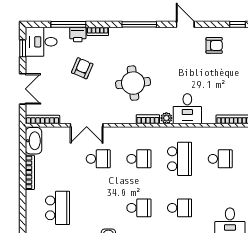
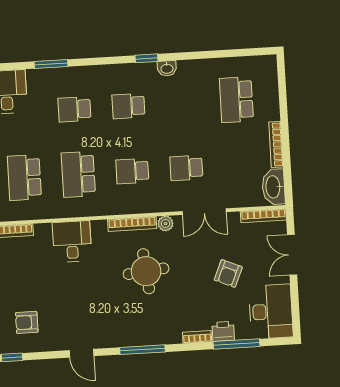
desk: (41, 42) -> (271, 312), width x1.37
armchair: (214, 45) -> (27, 322), moved
window: (23, 48) -> (295, 309), removed
armchair: (82, 68) -> (228, 273), moved
plant: (166, 118) -> (165, 223), moved
bookcase: (148, 119) -> (132, 224), width x1.56
double door: (87, 125) -> (204, 212), swing flipped
school desk: (220, 159) -> (24, 178), width x1.85

